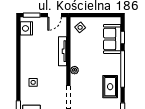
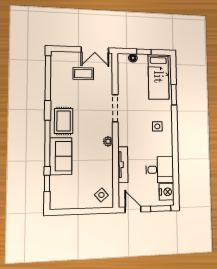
door: (55, 15) -> (133, 209), hinge flipped
sofa: (112, 39) -> (61, 156), moved
desk: (32, 47) -> (160, 170), added

